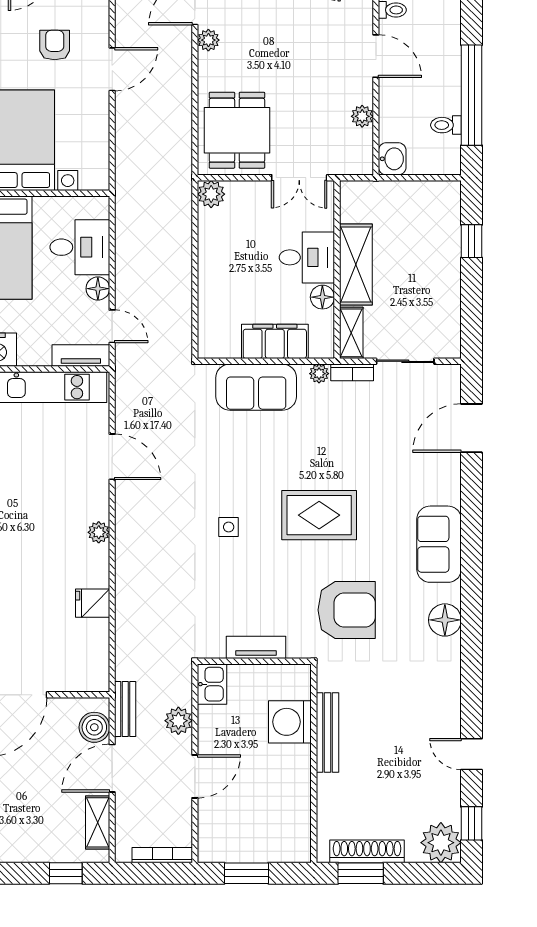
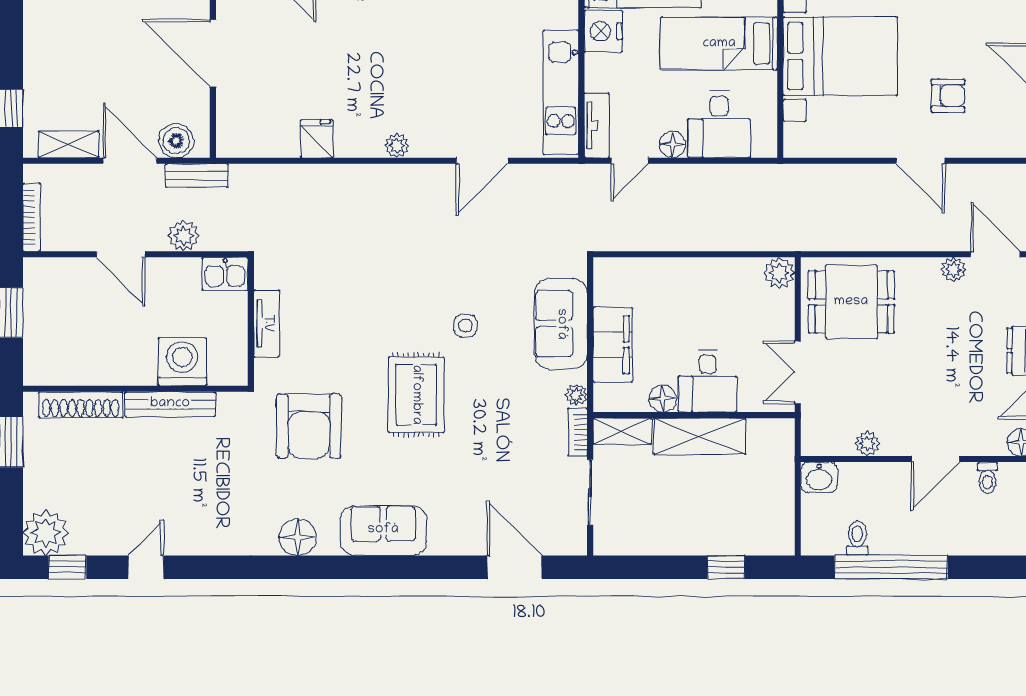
side table: (229, 527) -> (465, 325), moved
shoe rack: (367, 851) -> (81, 405), moved, turned 90

